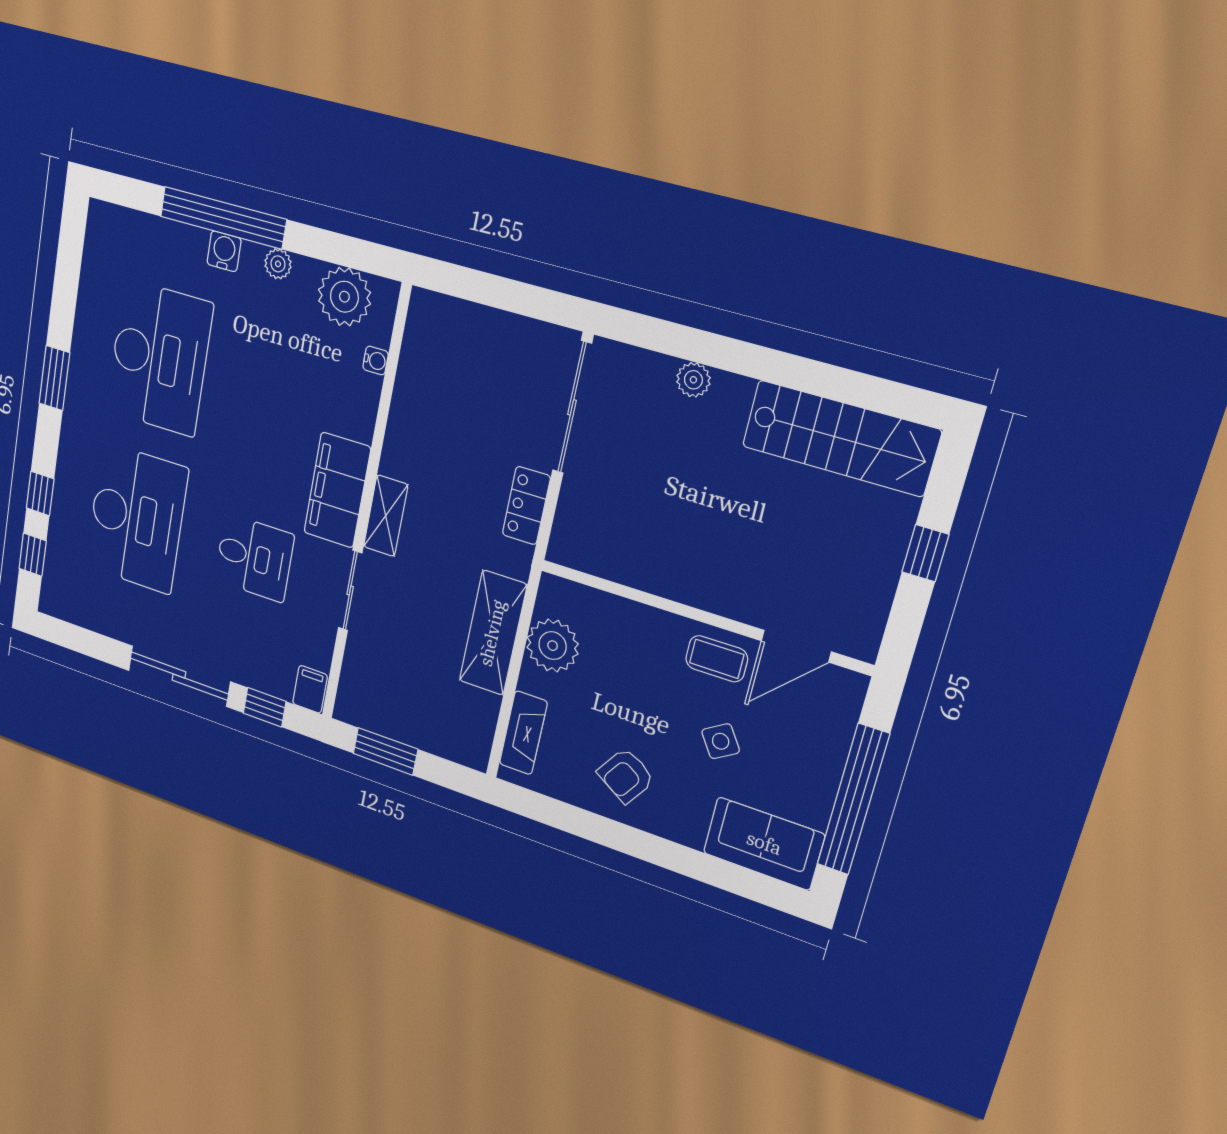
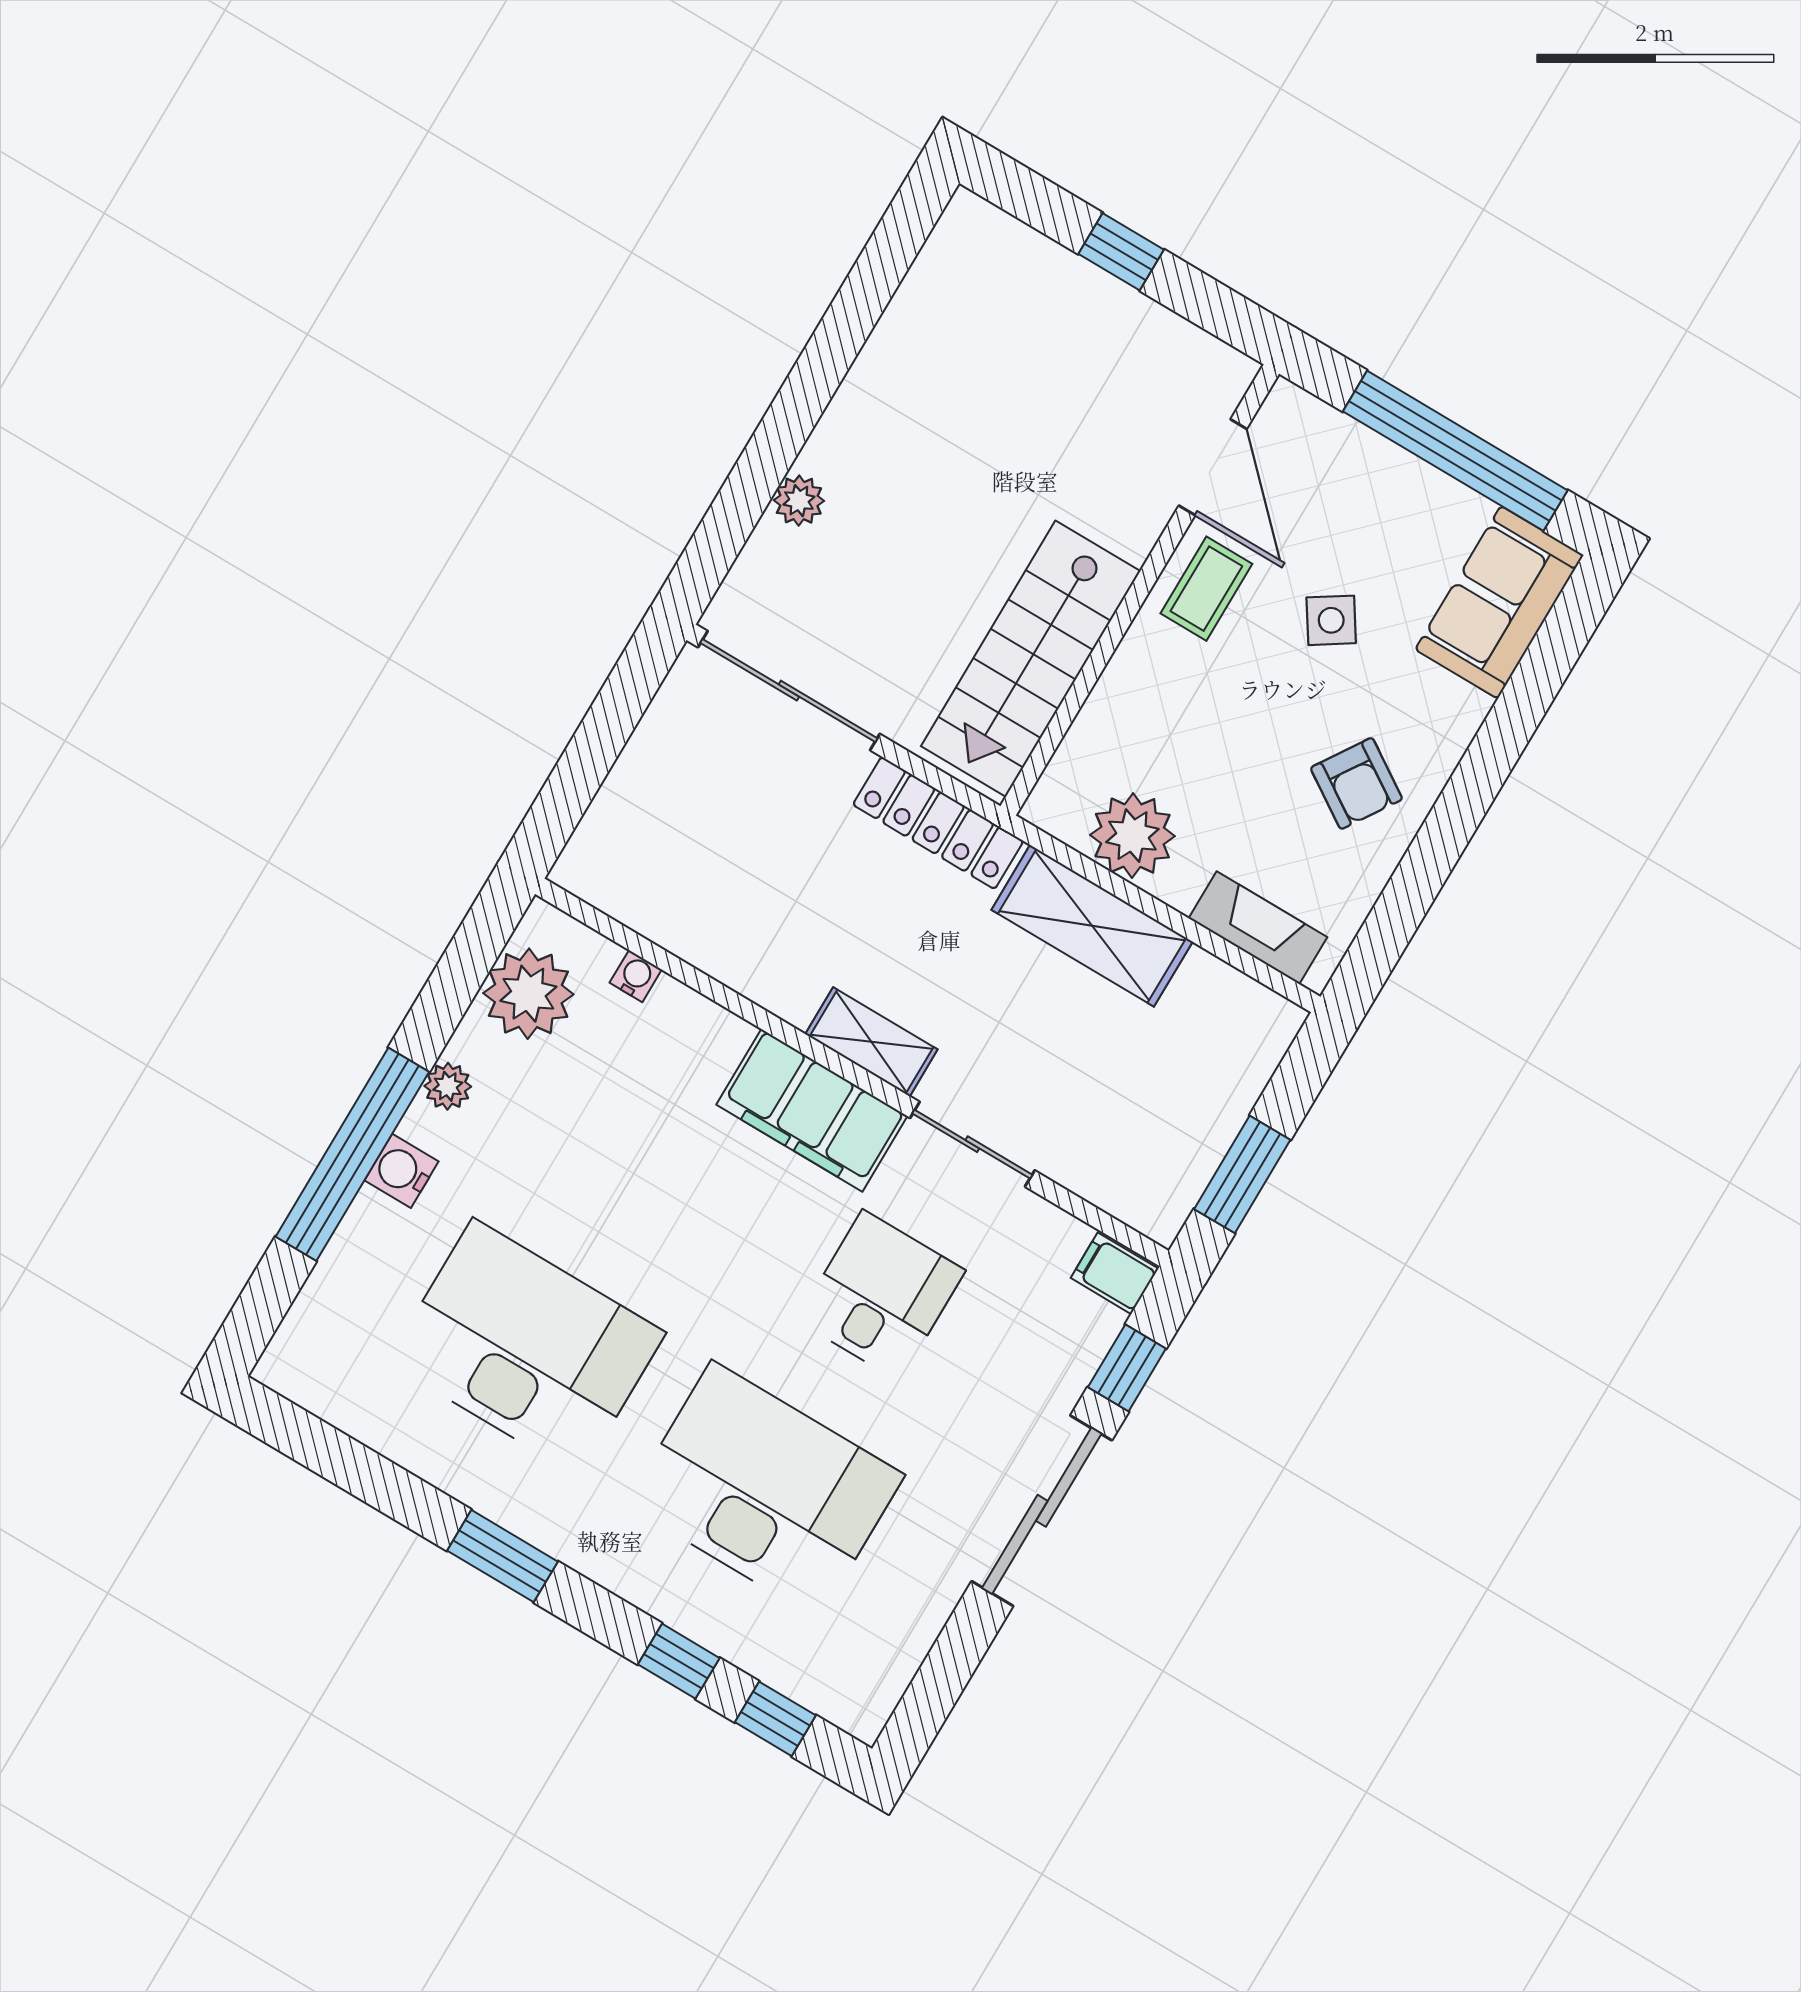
stairs: (840, 438) -> (1031, 659), moved, turned 180
locker: (526, 506) -> (938, 823), width x1.53

